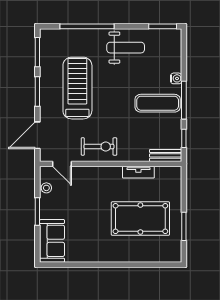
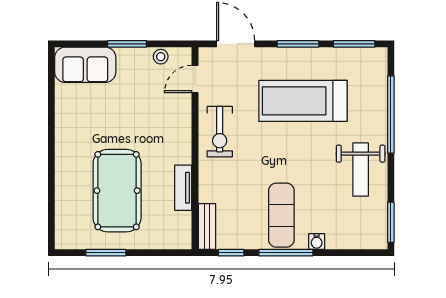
treadmill: (77, 88) -> (303, 101), turned 180

